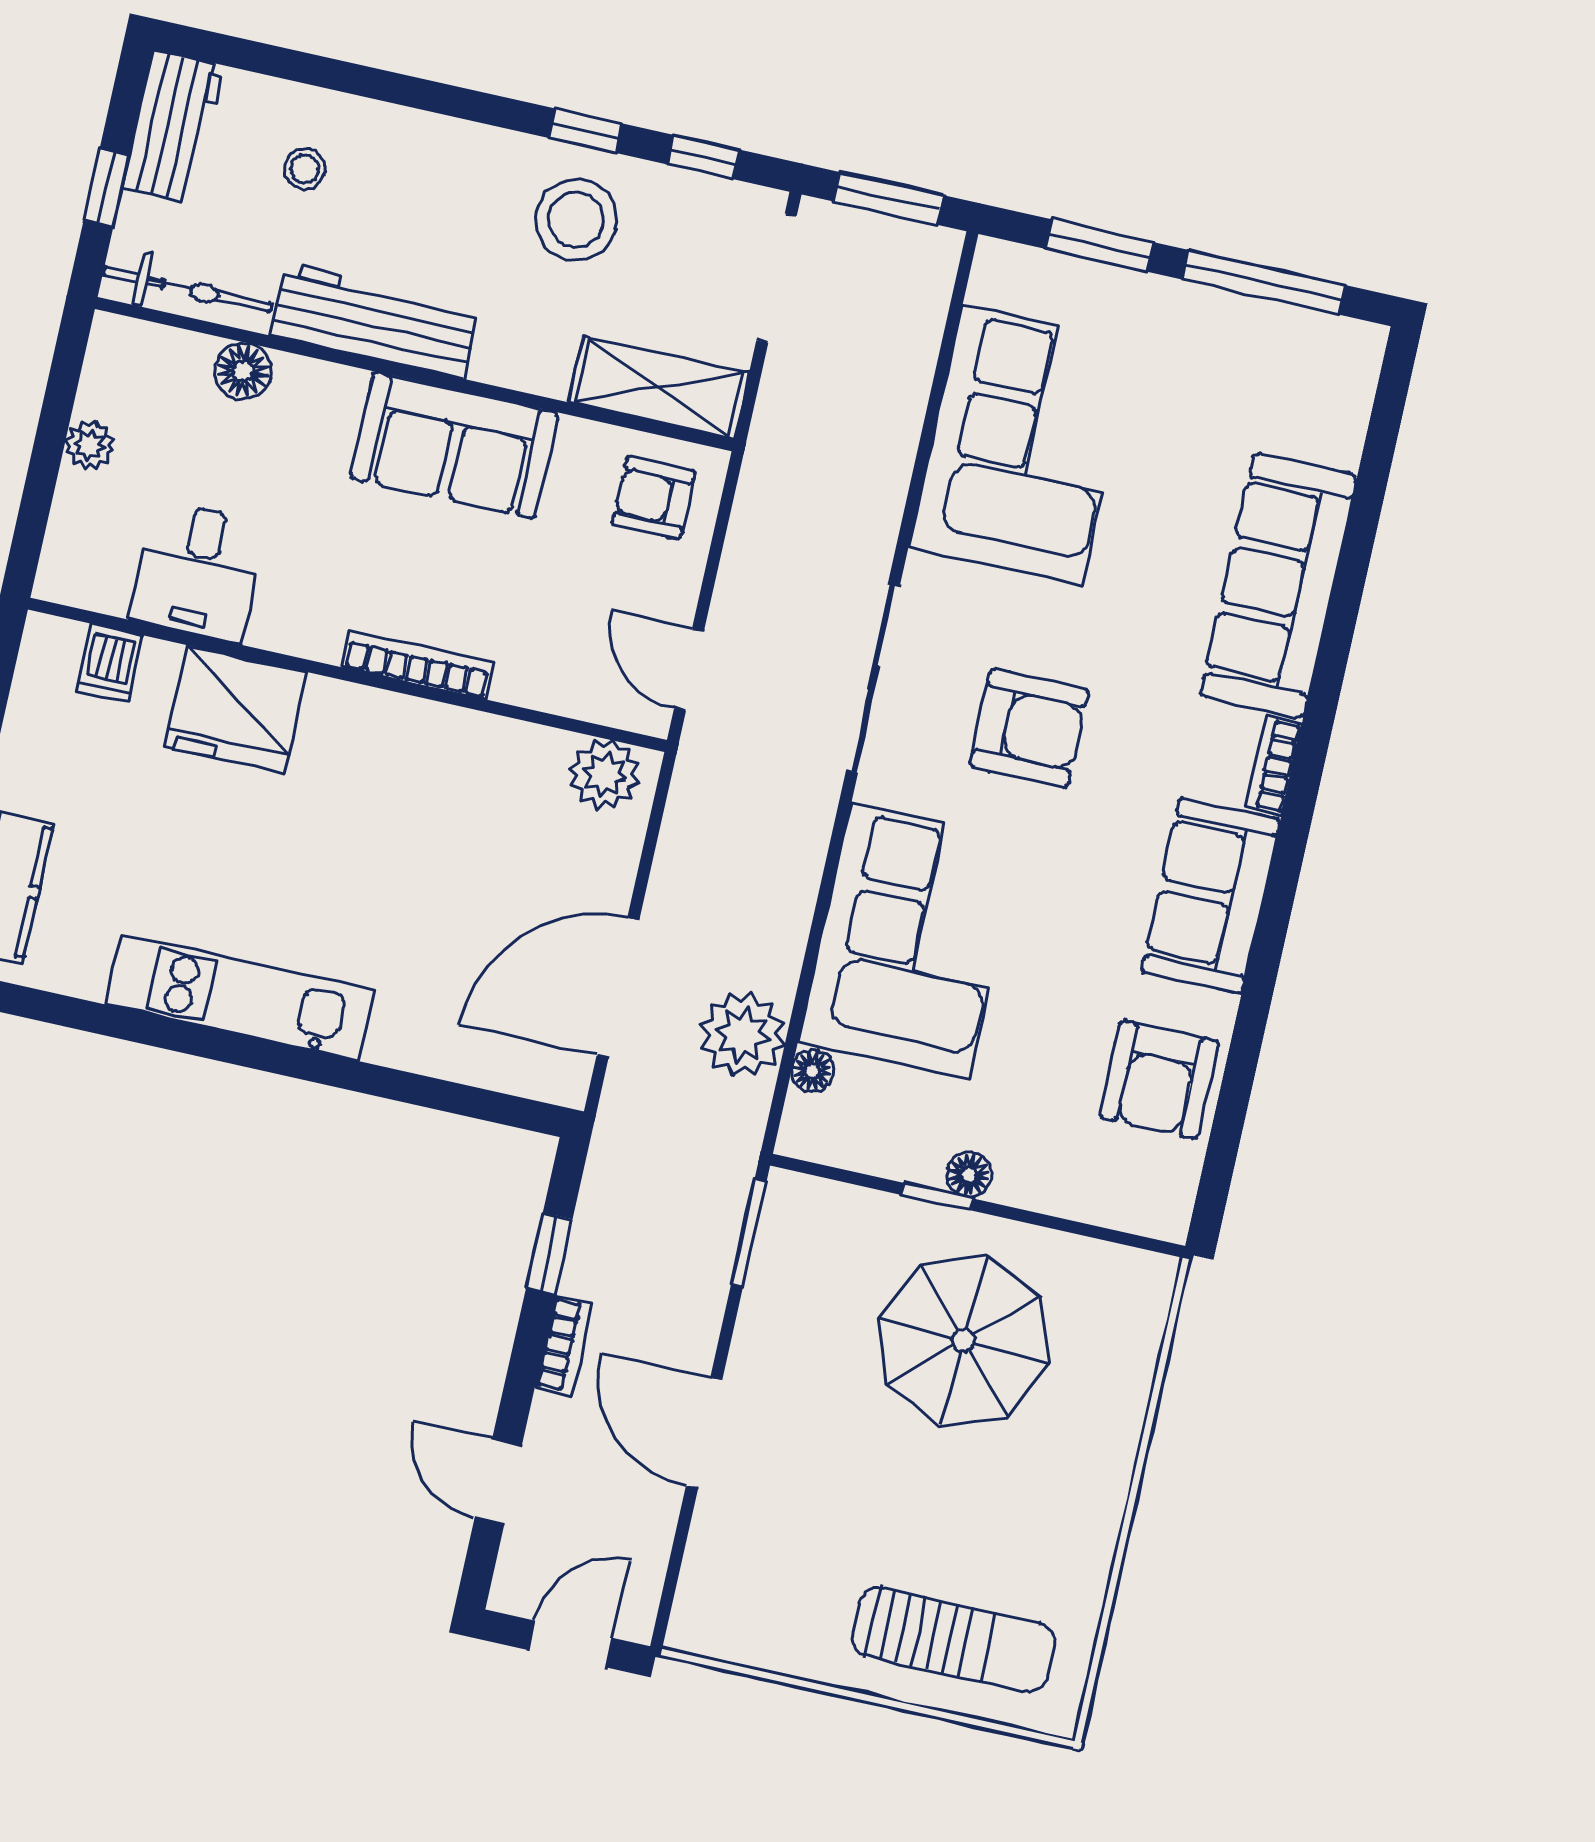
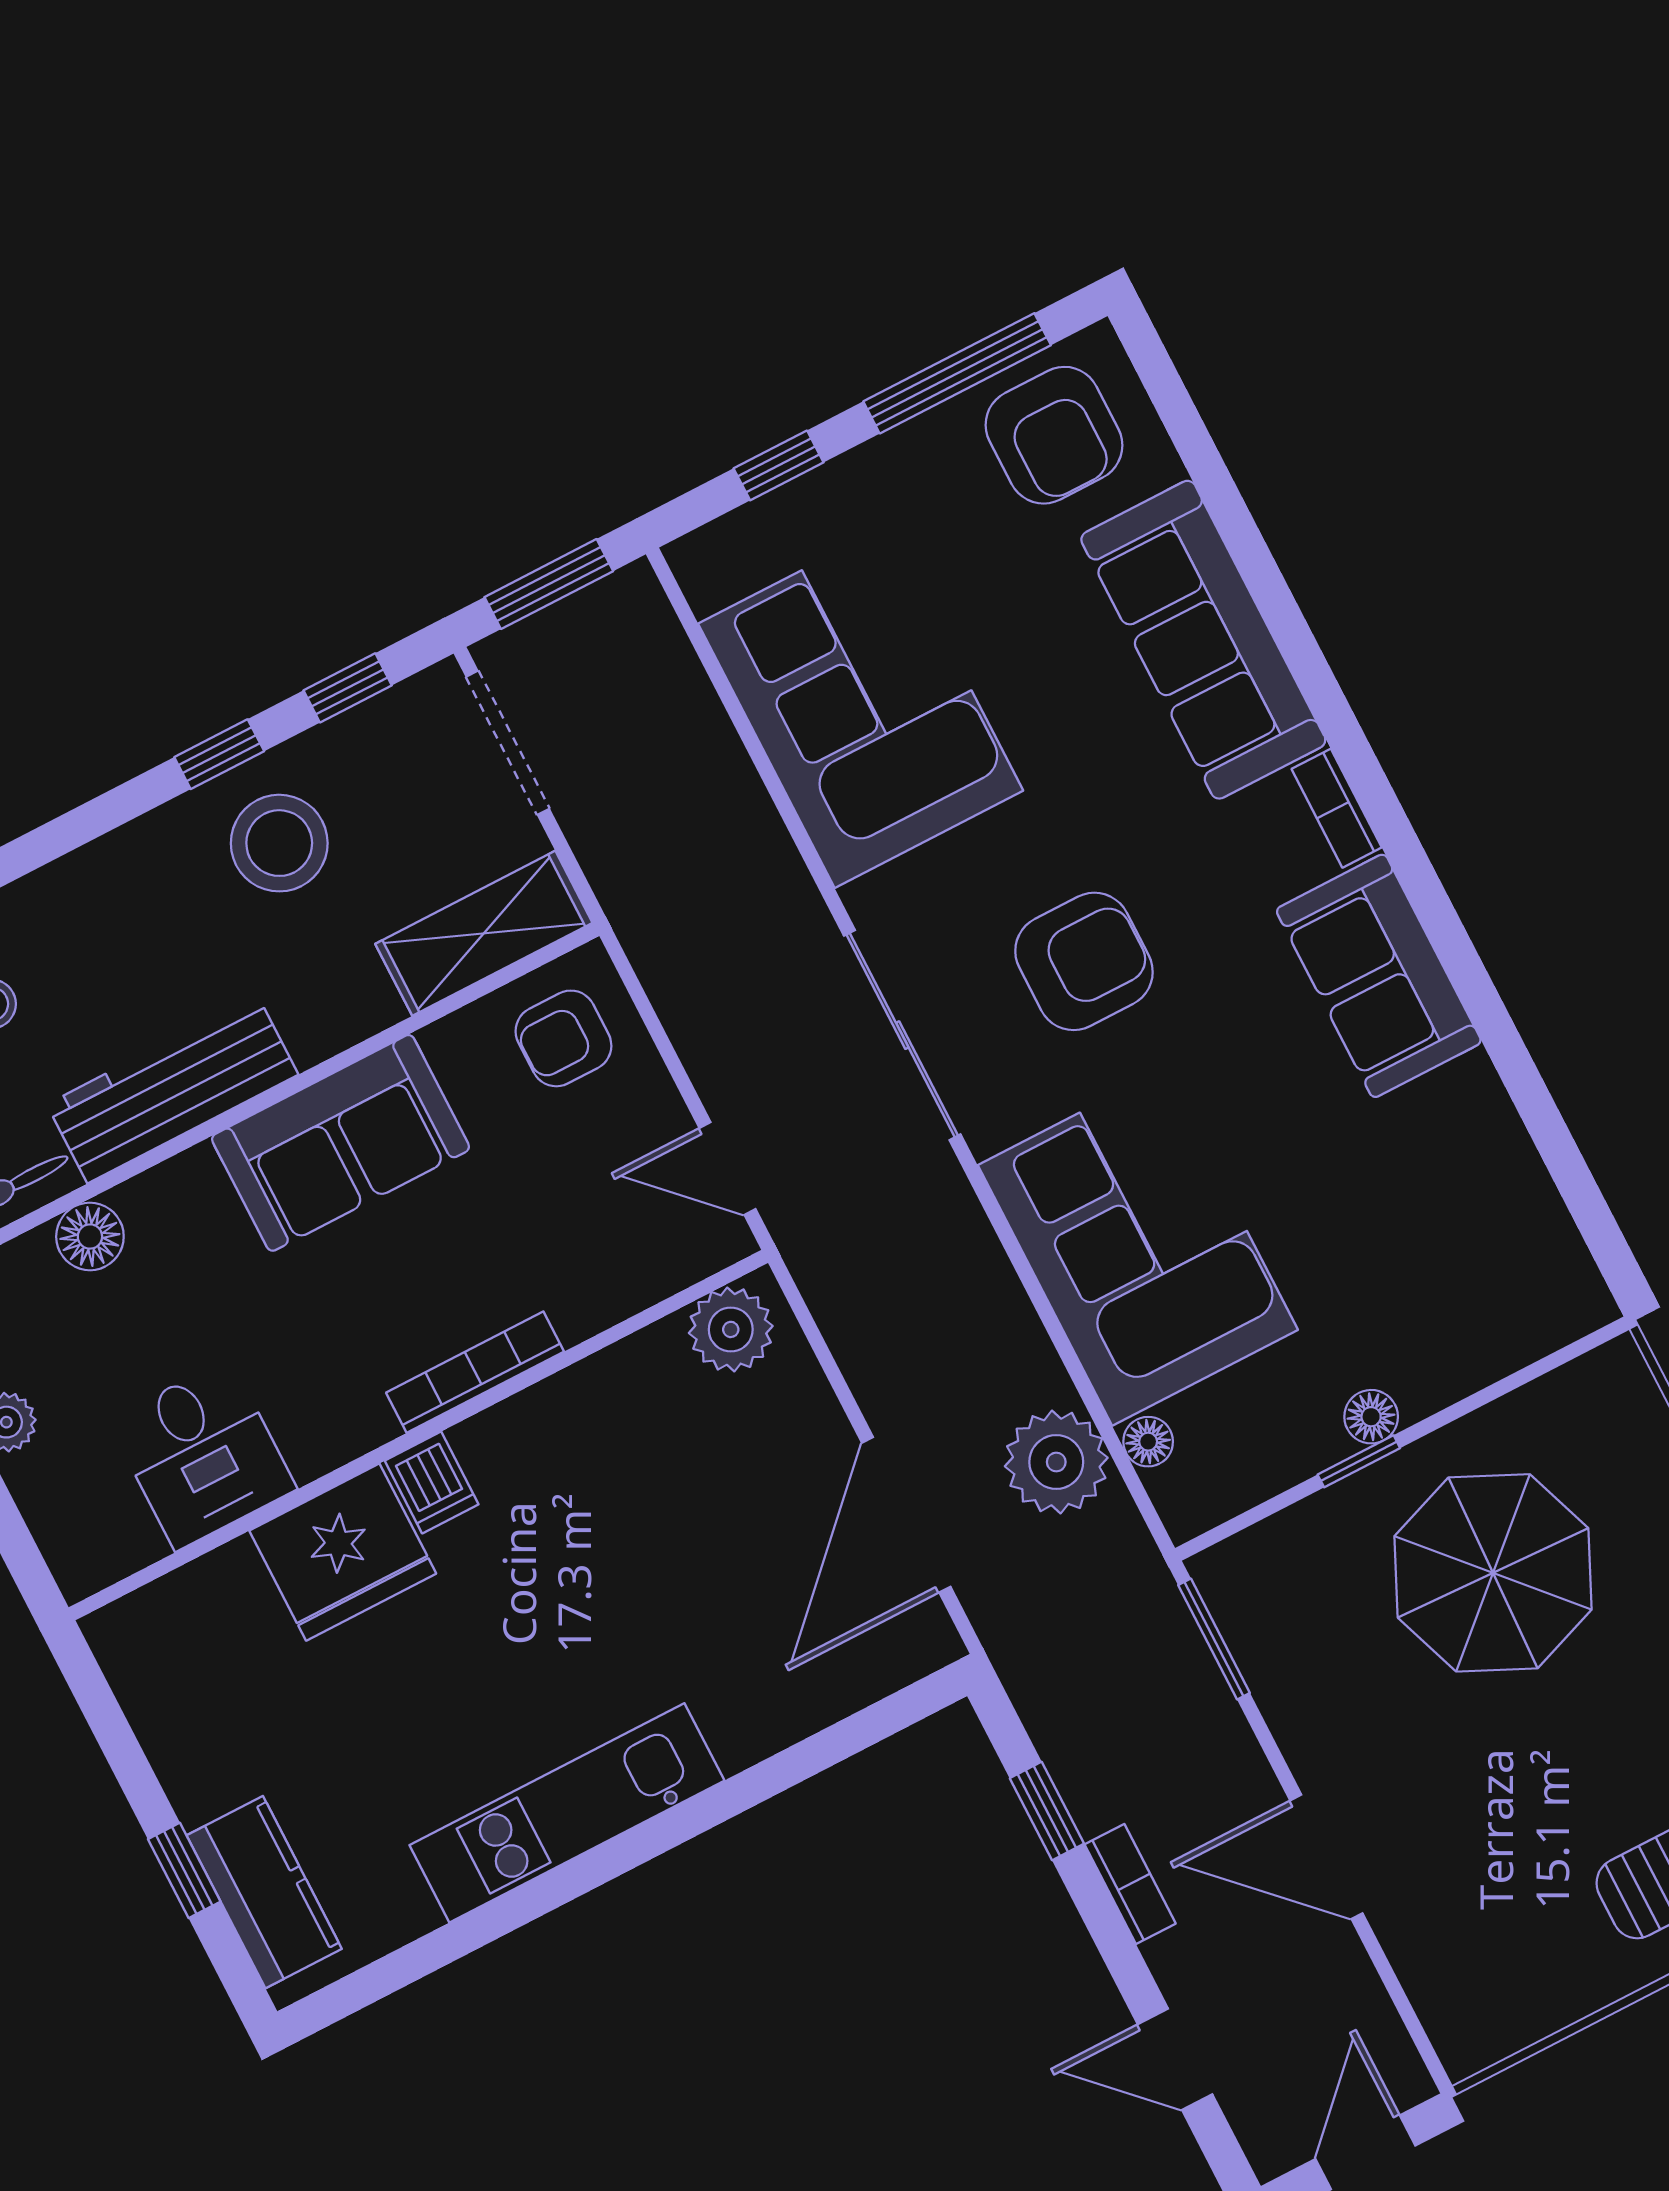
window: (1099, 246) -> (779, 465), width x0.67
dishwasher: (110, 663) -> (432, 1482), moved
armchair: (1159, 1080) -> (1054, 435), moved

